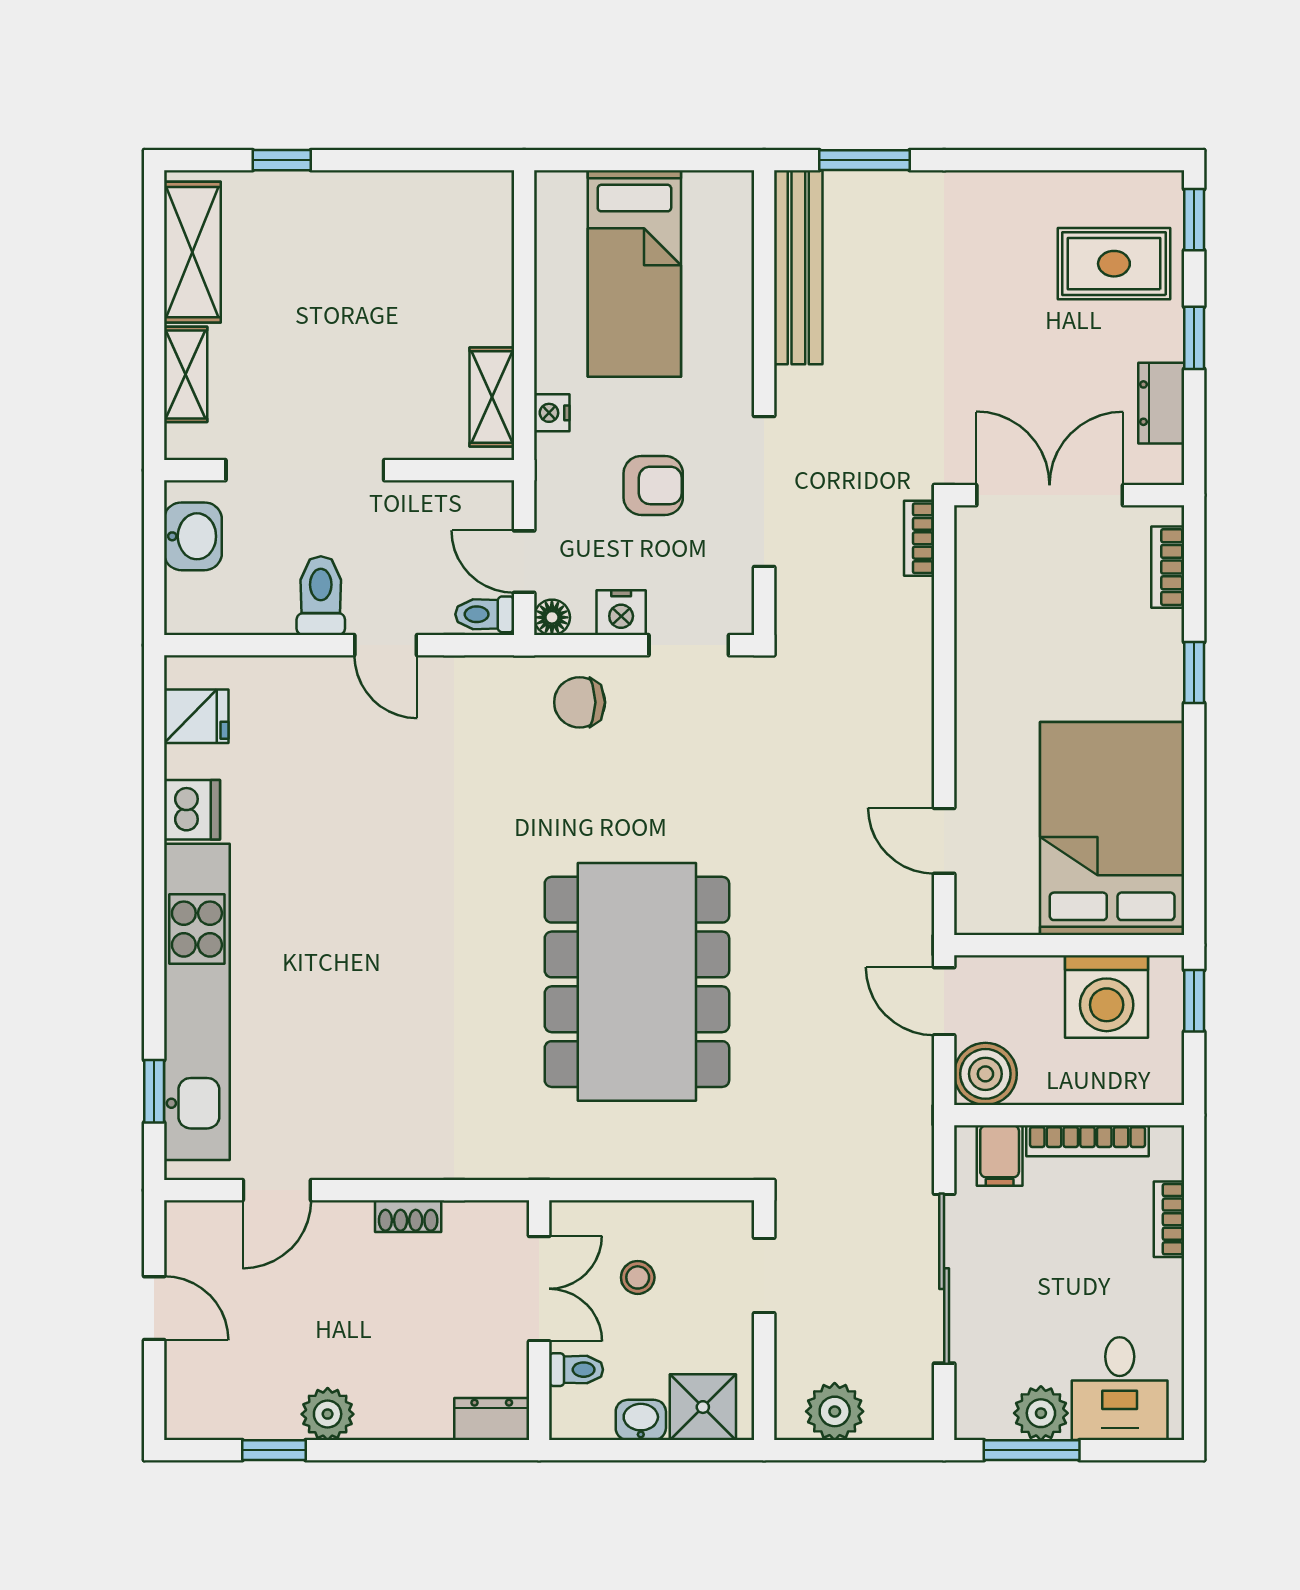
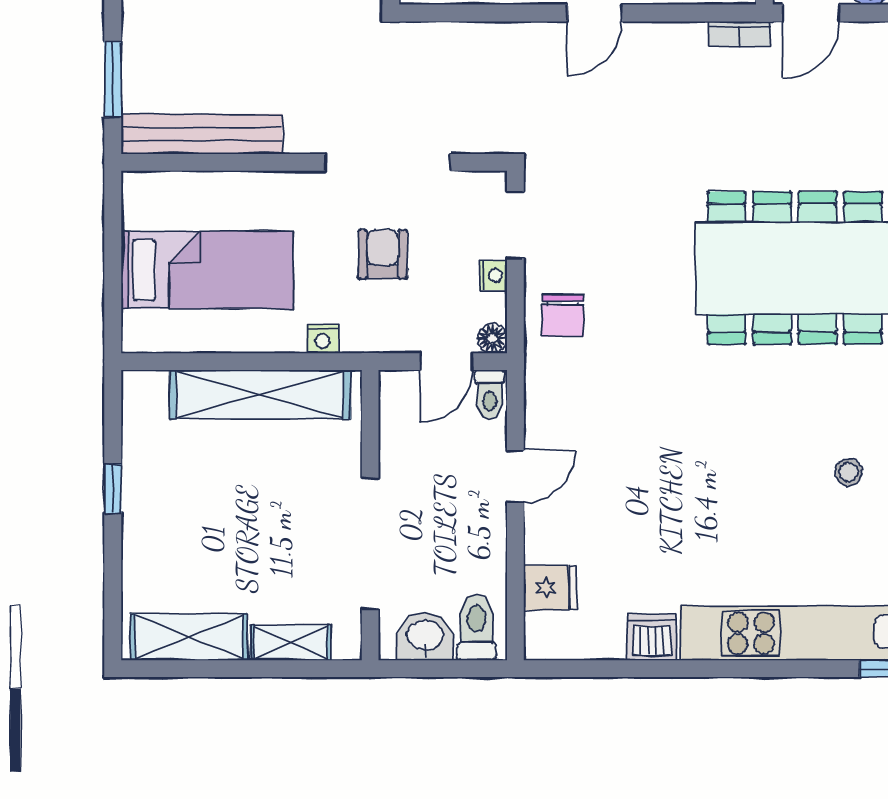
window: (282, 160) -> (113, 489), moved
shelving: (492, 397) -> (260, 395), width x2.20, depth x1.33
bookcase: (919, 538) -> (739, 34), moved
toilet: (321, 596) -> (476, 628), moved, turned 90
nightstand: (621, 613) -> (493, 275), width x0.72, depth x0.74
fridge: (196, 716) -> (550, 588), moved, turned 90
door: (944, 841) -> (595, 13), moved
stool: (391, 1047) -> (849, 472), added

